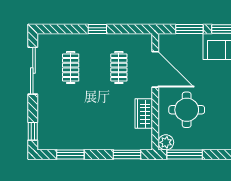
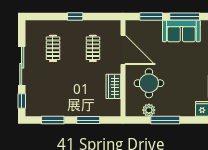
sliding door: (33, 71) -> (22, 66), moved
plant: (166, 142) -> (149, 110), moved
window: (127, 154) -> (88, 120), moved
window: (185, 154) -> (165, 120), moved

